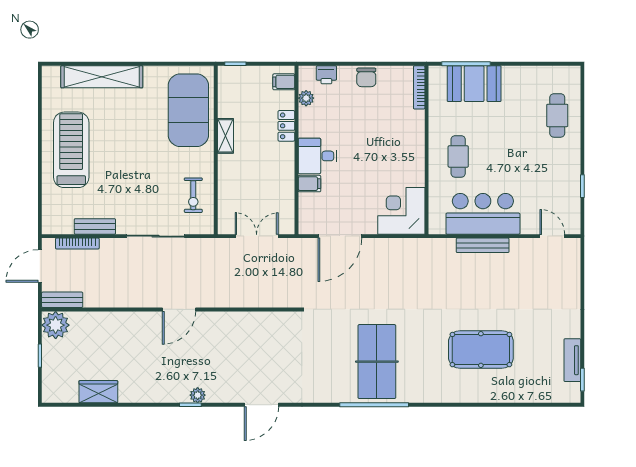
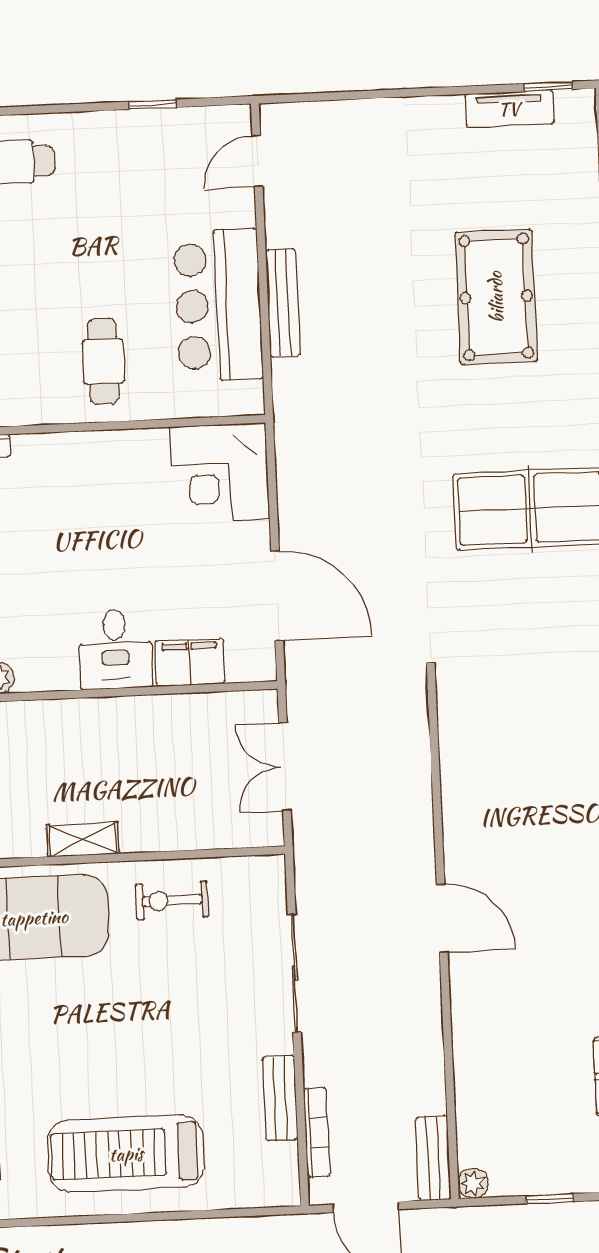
locker: (286, 126) -> (57, 716), removed
cafe table: (458, 156) -> (103, 361), turned 90
filing cabinet: (309, 184) -> (190, 662), width x2.00
exercise bike: (193, 195) -> (172, 900), moved, turned 180
plant: (56, 325) -> (473, 1183), width x0.53, depth x0.53

